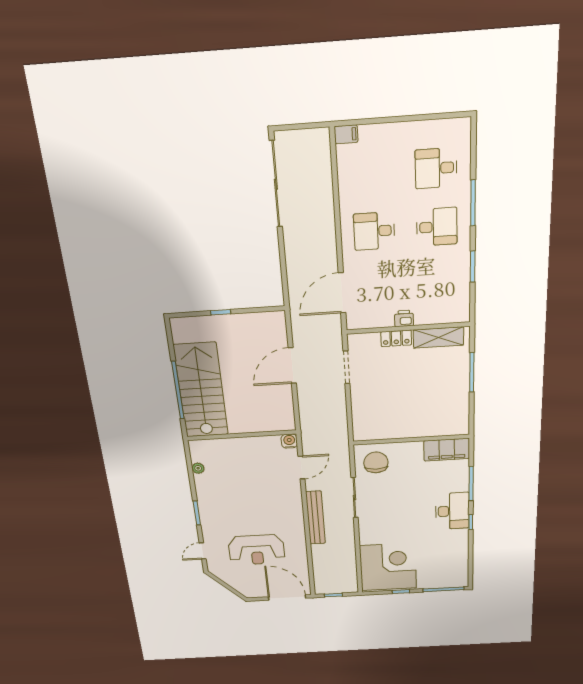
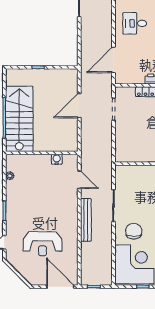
water cooler: (289, 441) -> (57, 159), moved
chair: (376, 462) -> (134, 231), moved
door: (301, 467) -> (79, 180), hinge flipped

